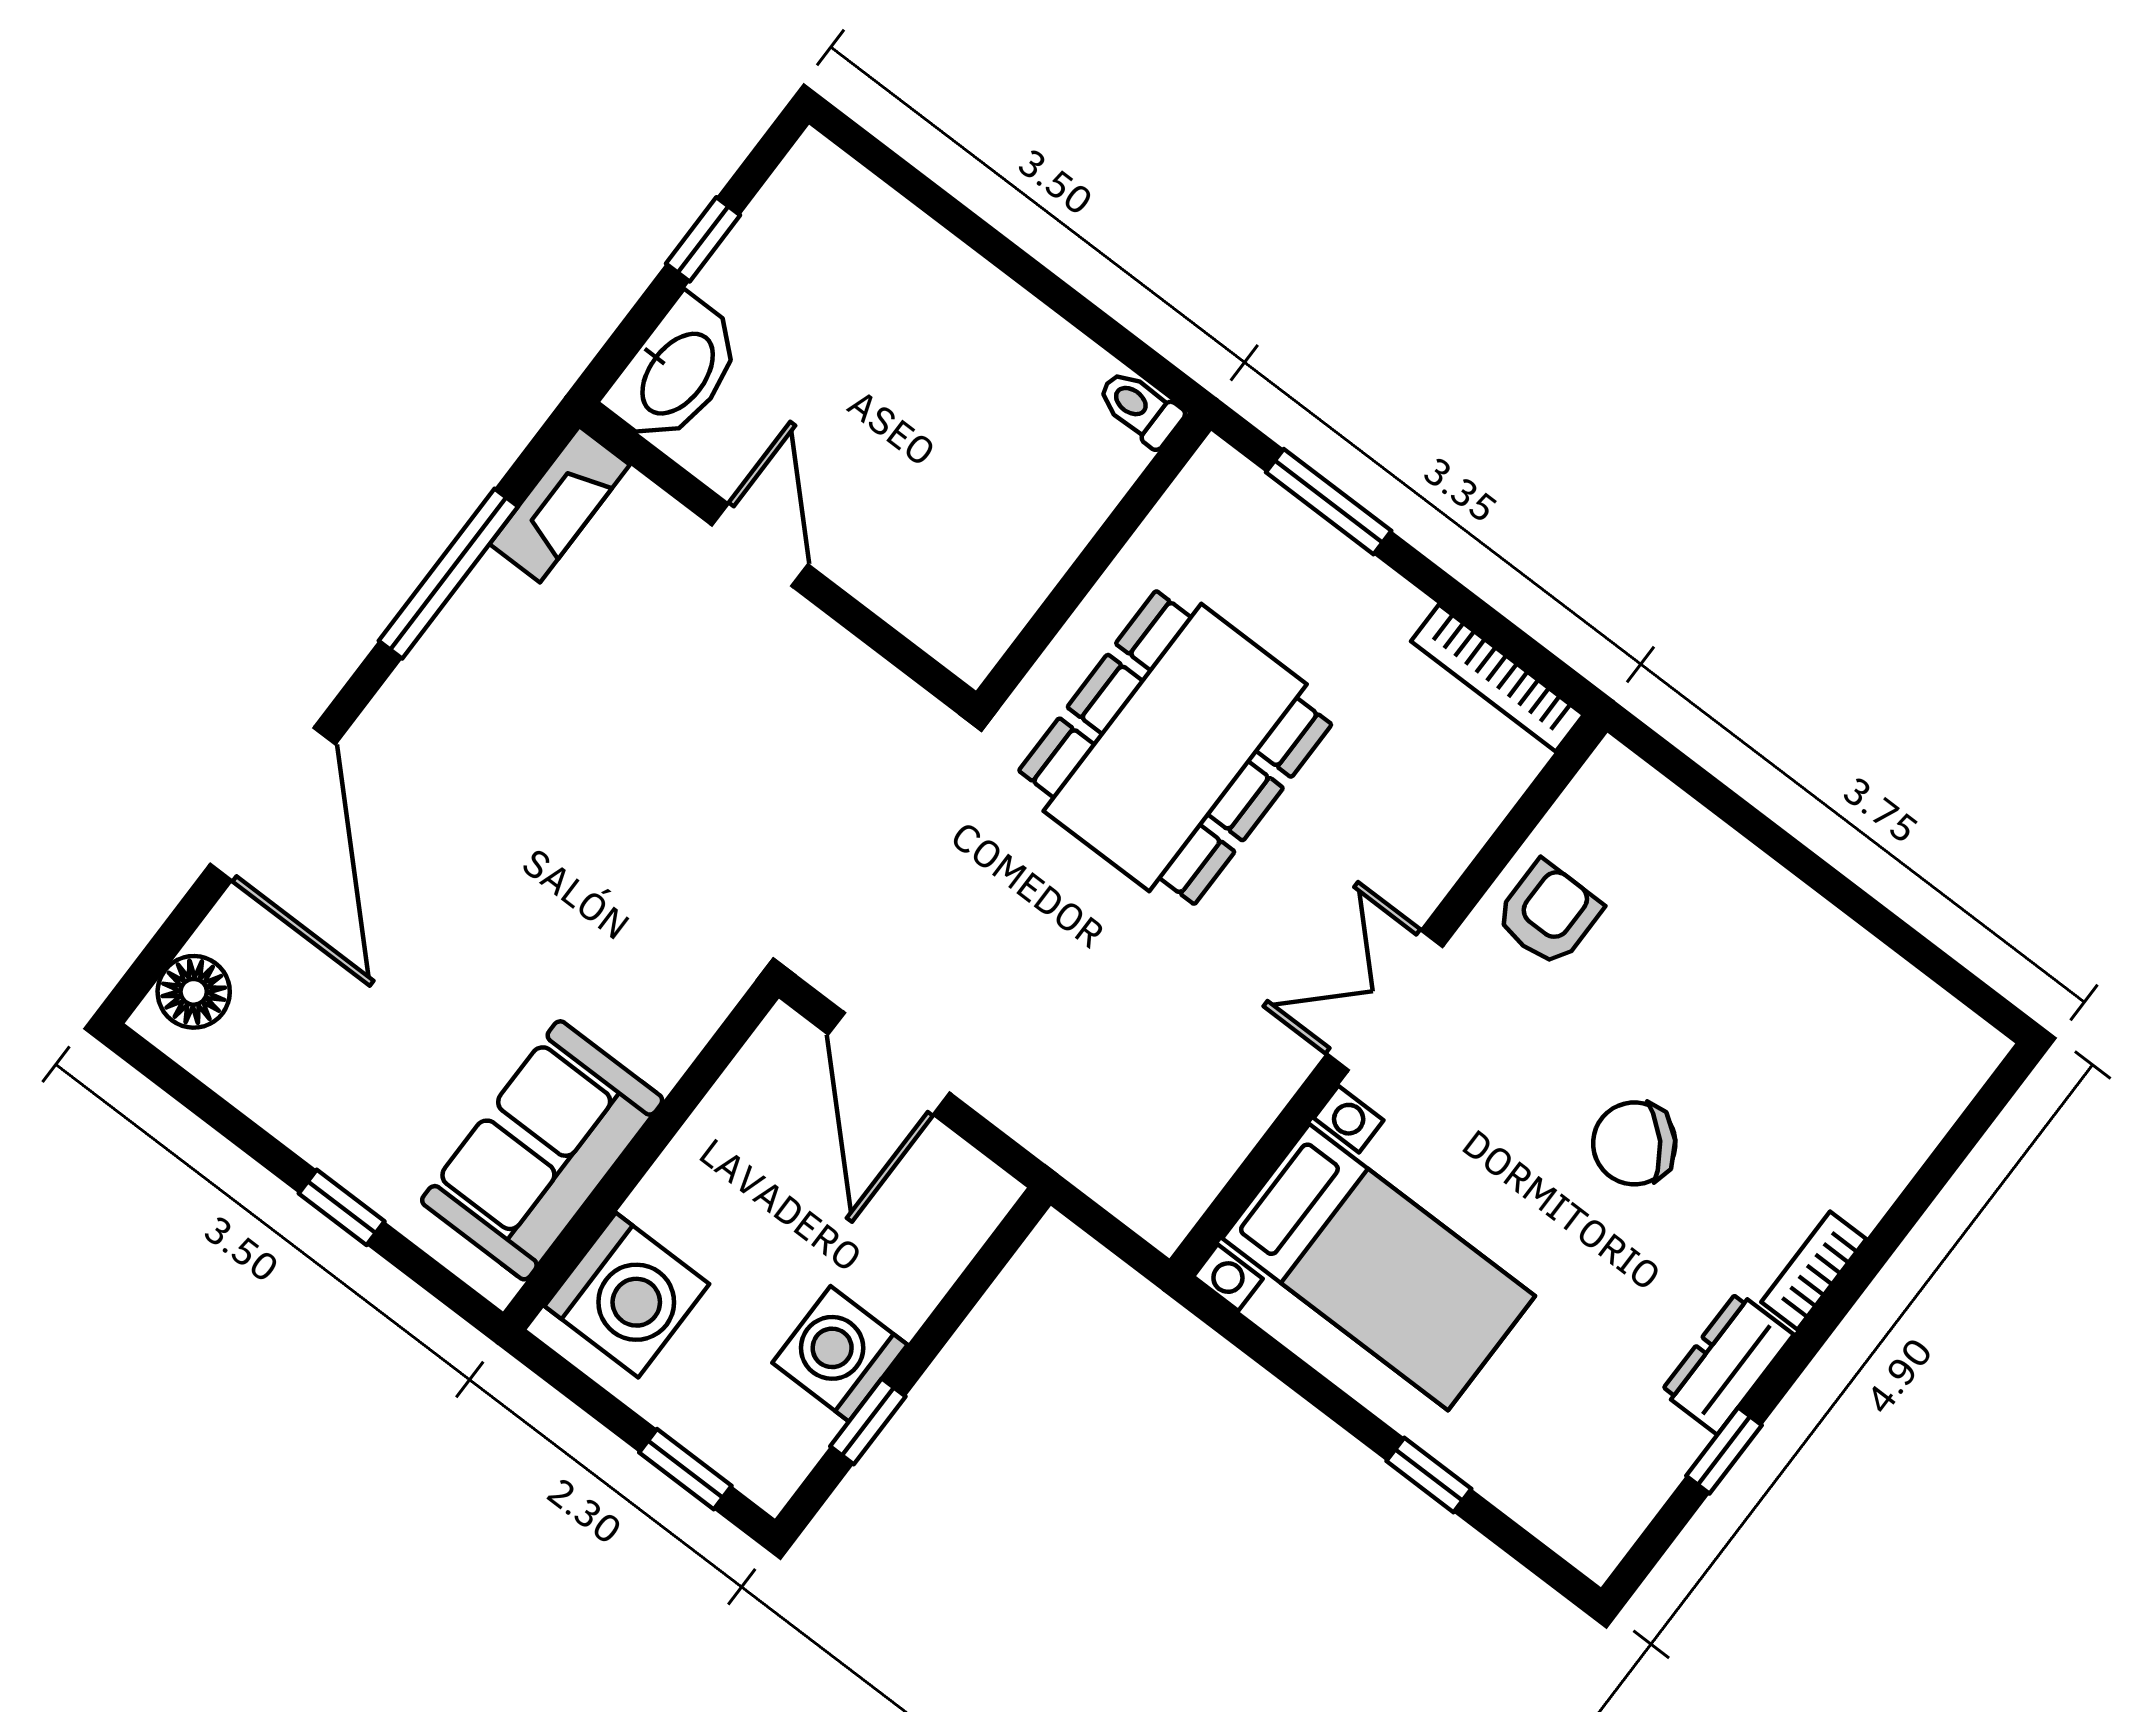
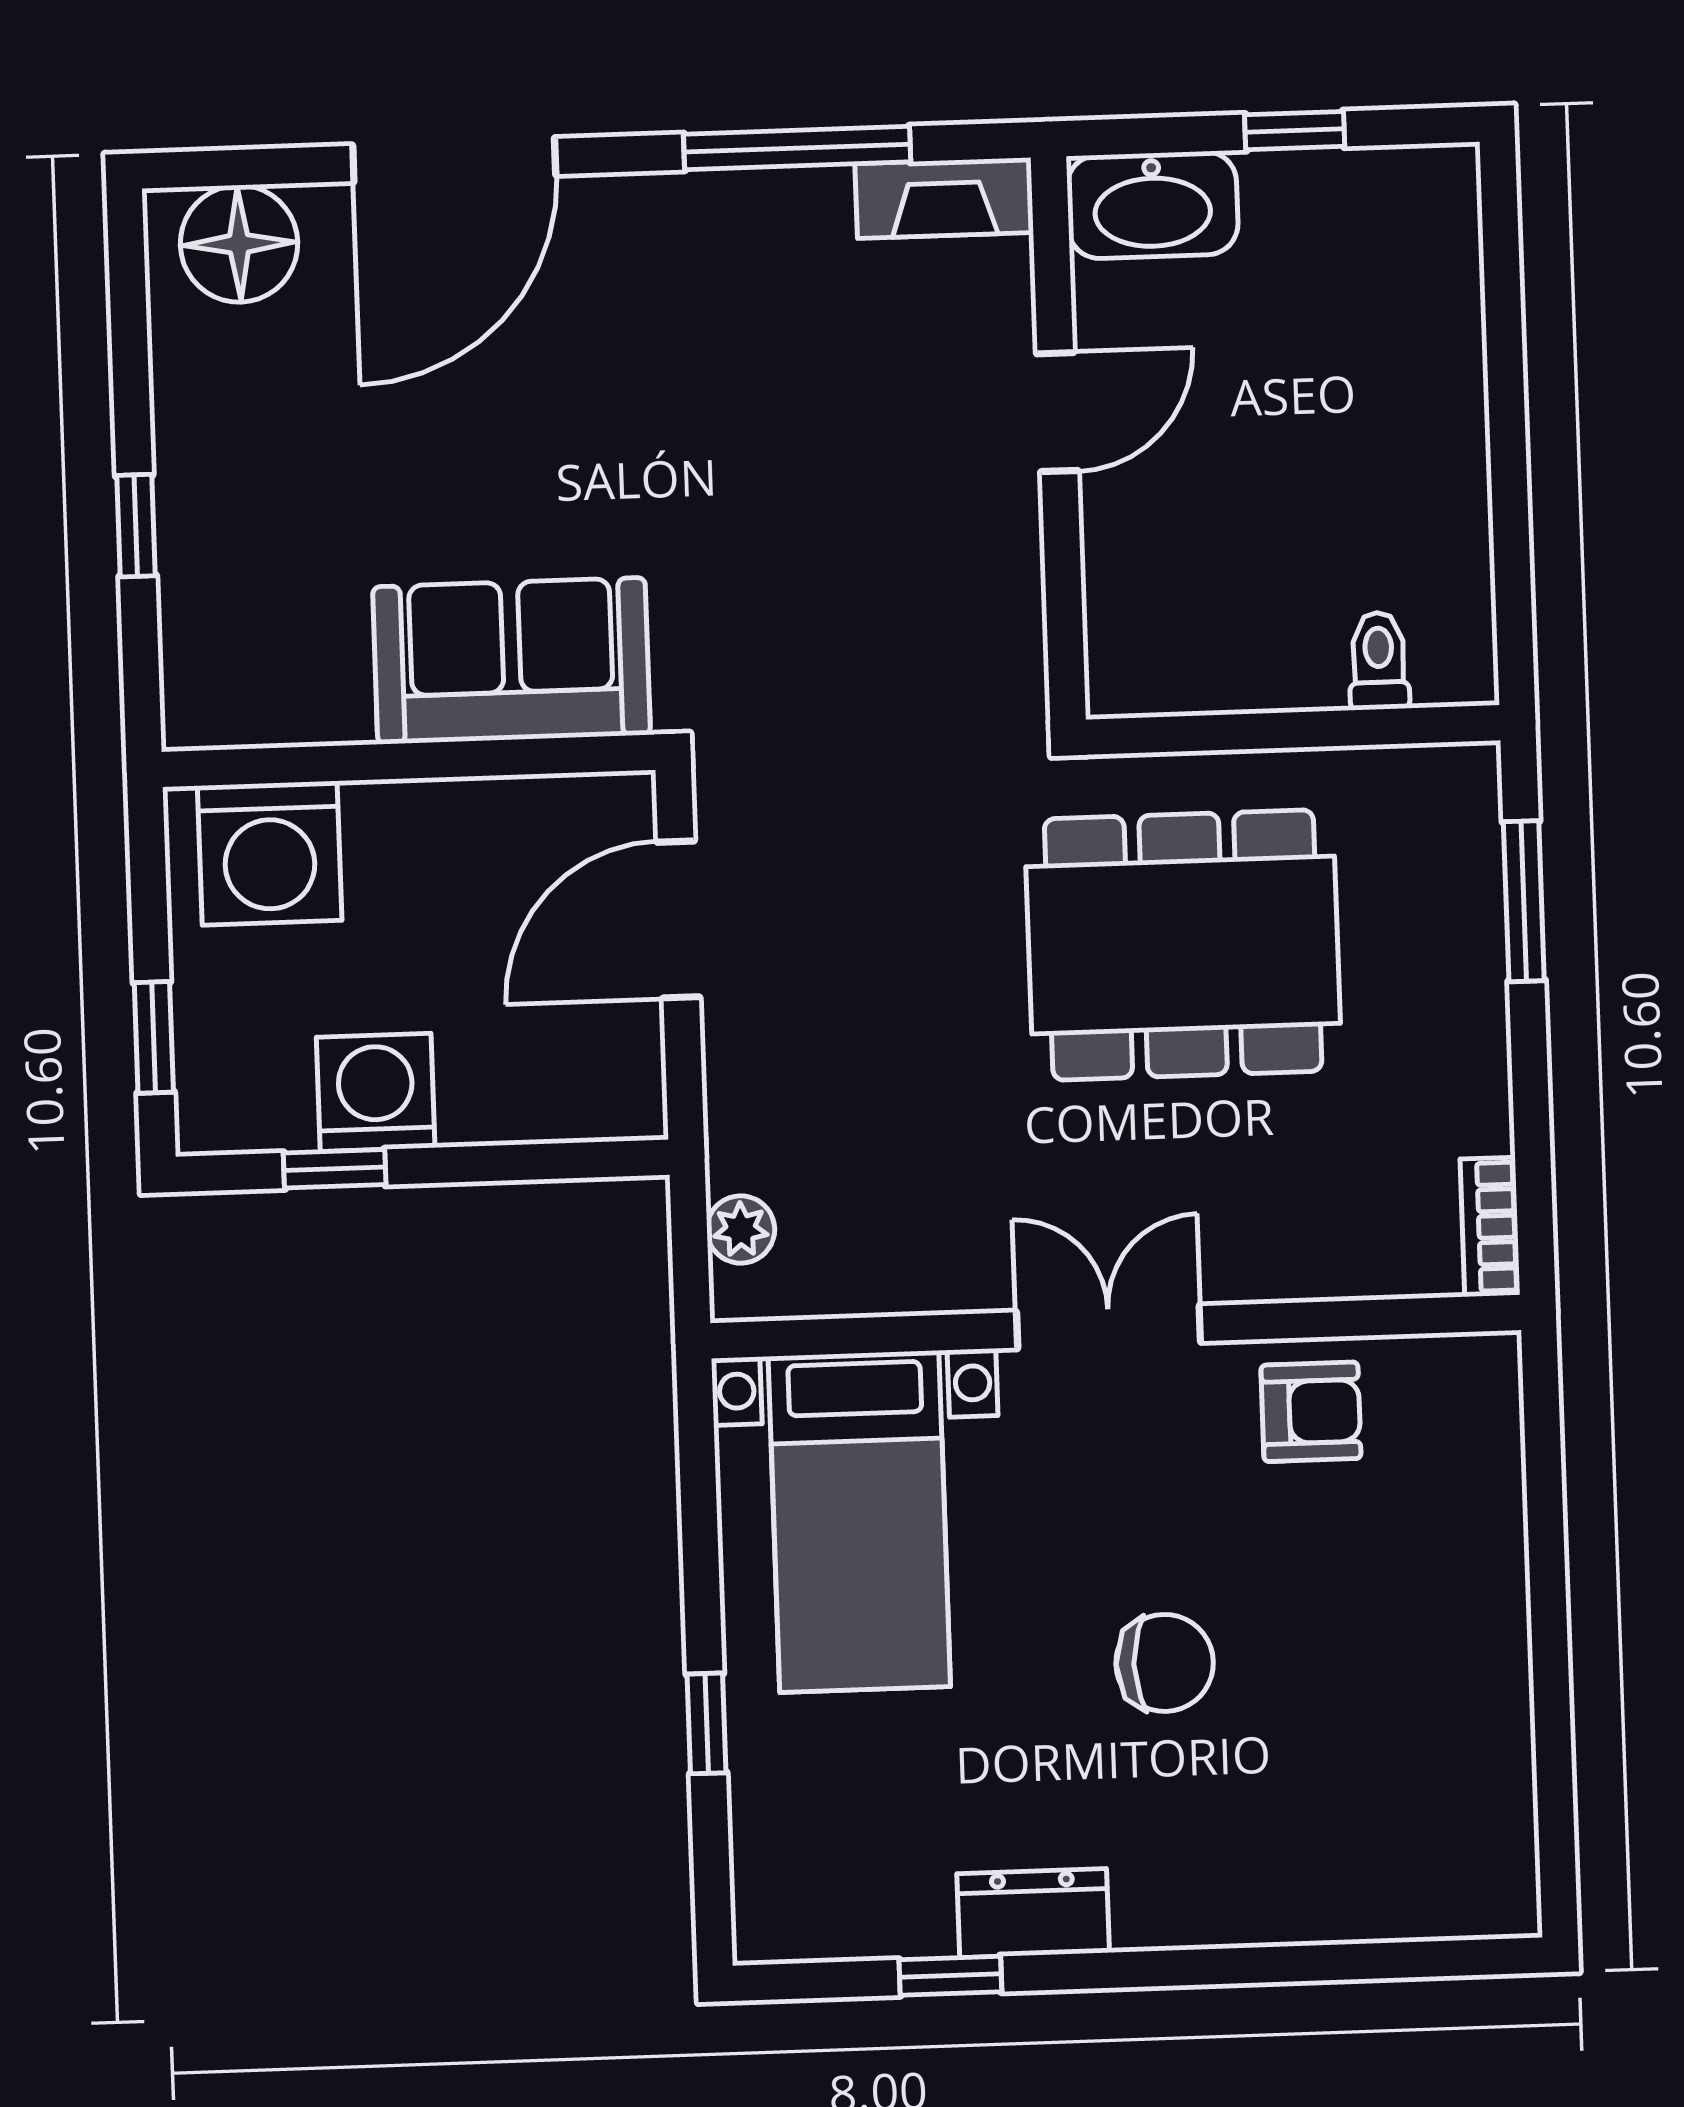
toilet: (1140, 408) -> (1379, 661), moved
bookcase: (1497, 678) -> (1490, 1227), width x0.64
floor lamp: (194, 992) -> (239, 244), width x1.38, depth x1.38
chair: (1634, 1143) -> (1165, 1663), turned 132
sofa: (542, 1150) -> (511, 661), moved
plant: (1125, 1189) -> (741, 1230), added
bookcase: (1814, 1271) -> (1183, 1923), removed

